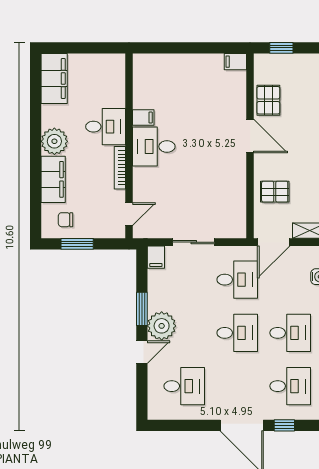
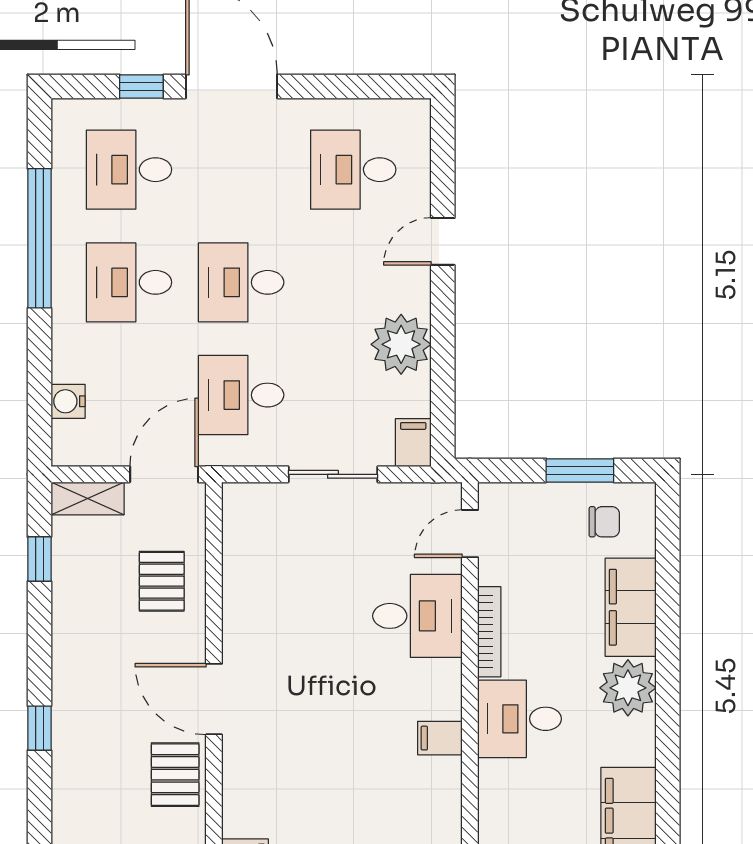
desk: (154, 147) -> (417, 616), moved
pallet: (275, 192) -> (162, 581), turned 90
window: (142, 309) -> (443, 333), removed
plant: (162, 326) -> (401, 344), moved

